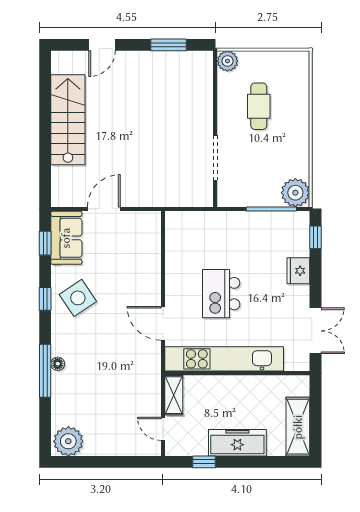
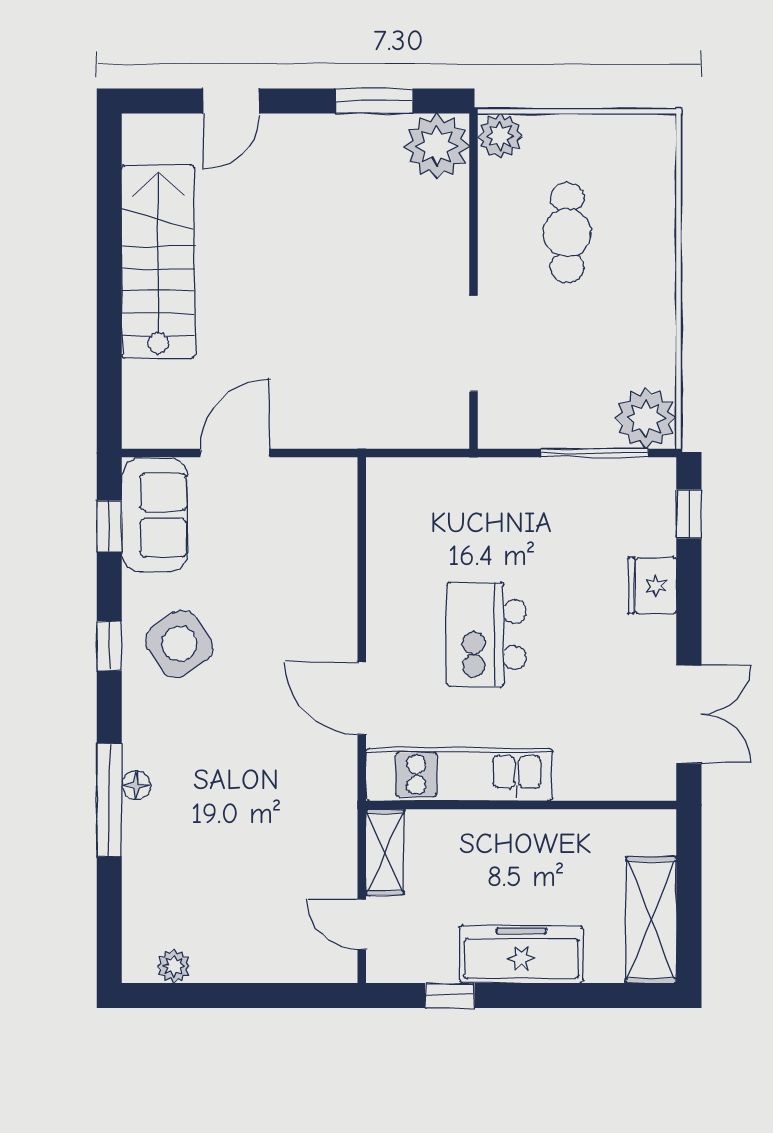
plant: (198, 66) -> (437, 146), added
kitchen unit: (224, 359) -> (459, 775), width x0.73
plant: (68, 441) -> (174, 966), width x0.53, depth x0.53

